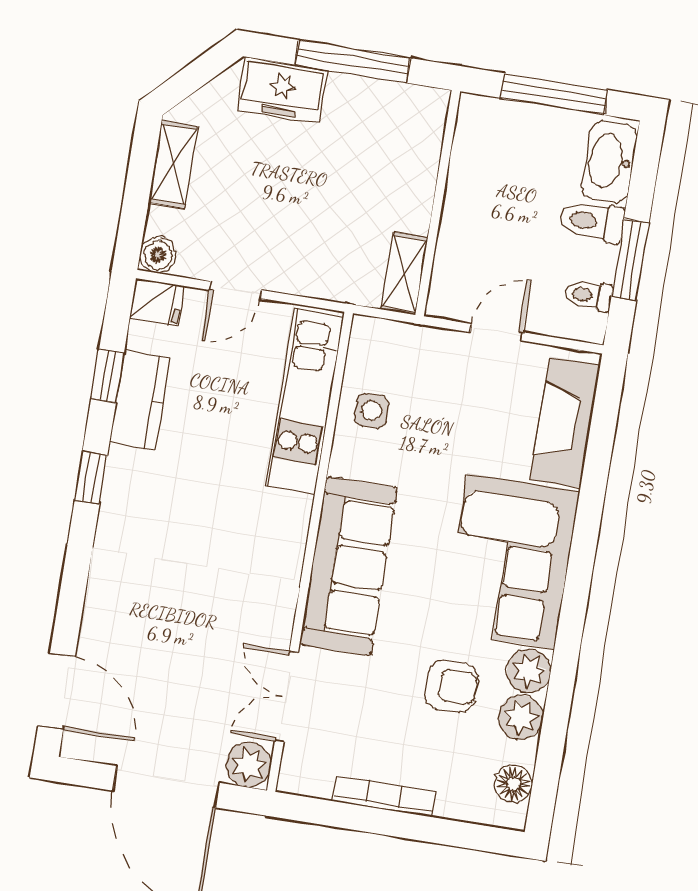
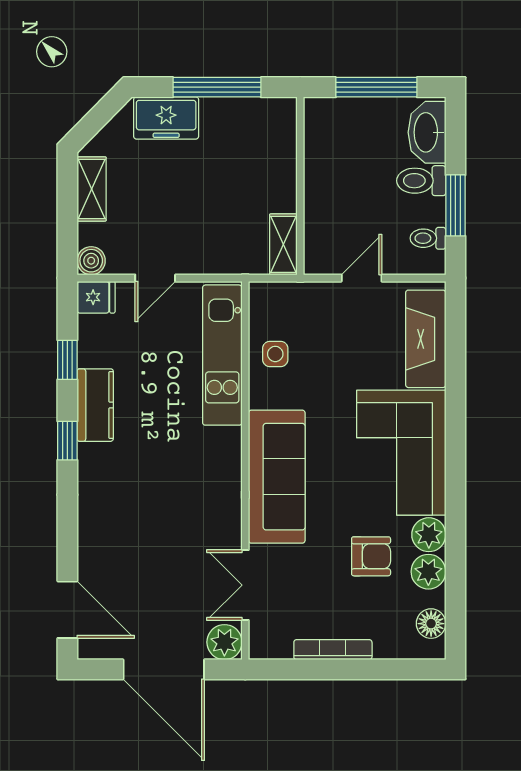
kitchen counter: (140, 400) -> (95, 405), moved

